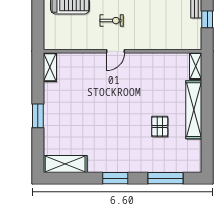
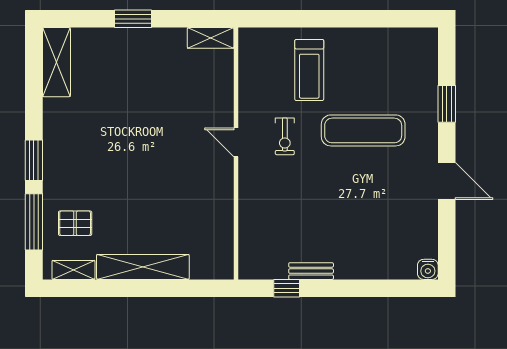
shelving: (196, 66) -> (73, 270), moved
pallet: (160, 126) -> (75, 223), moved
window: (115, 178) -> (34, 160), moved

